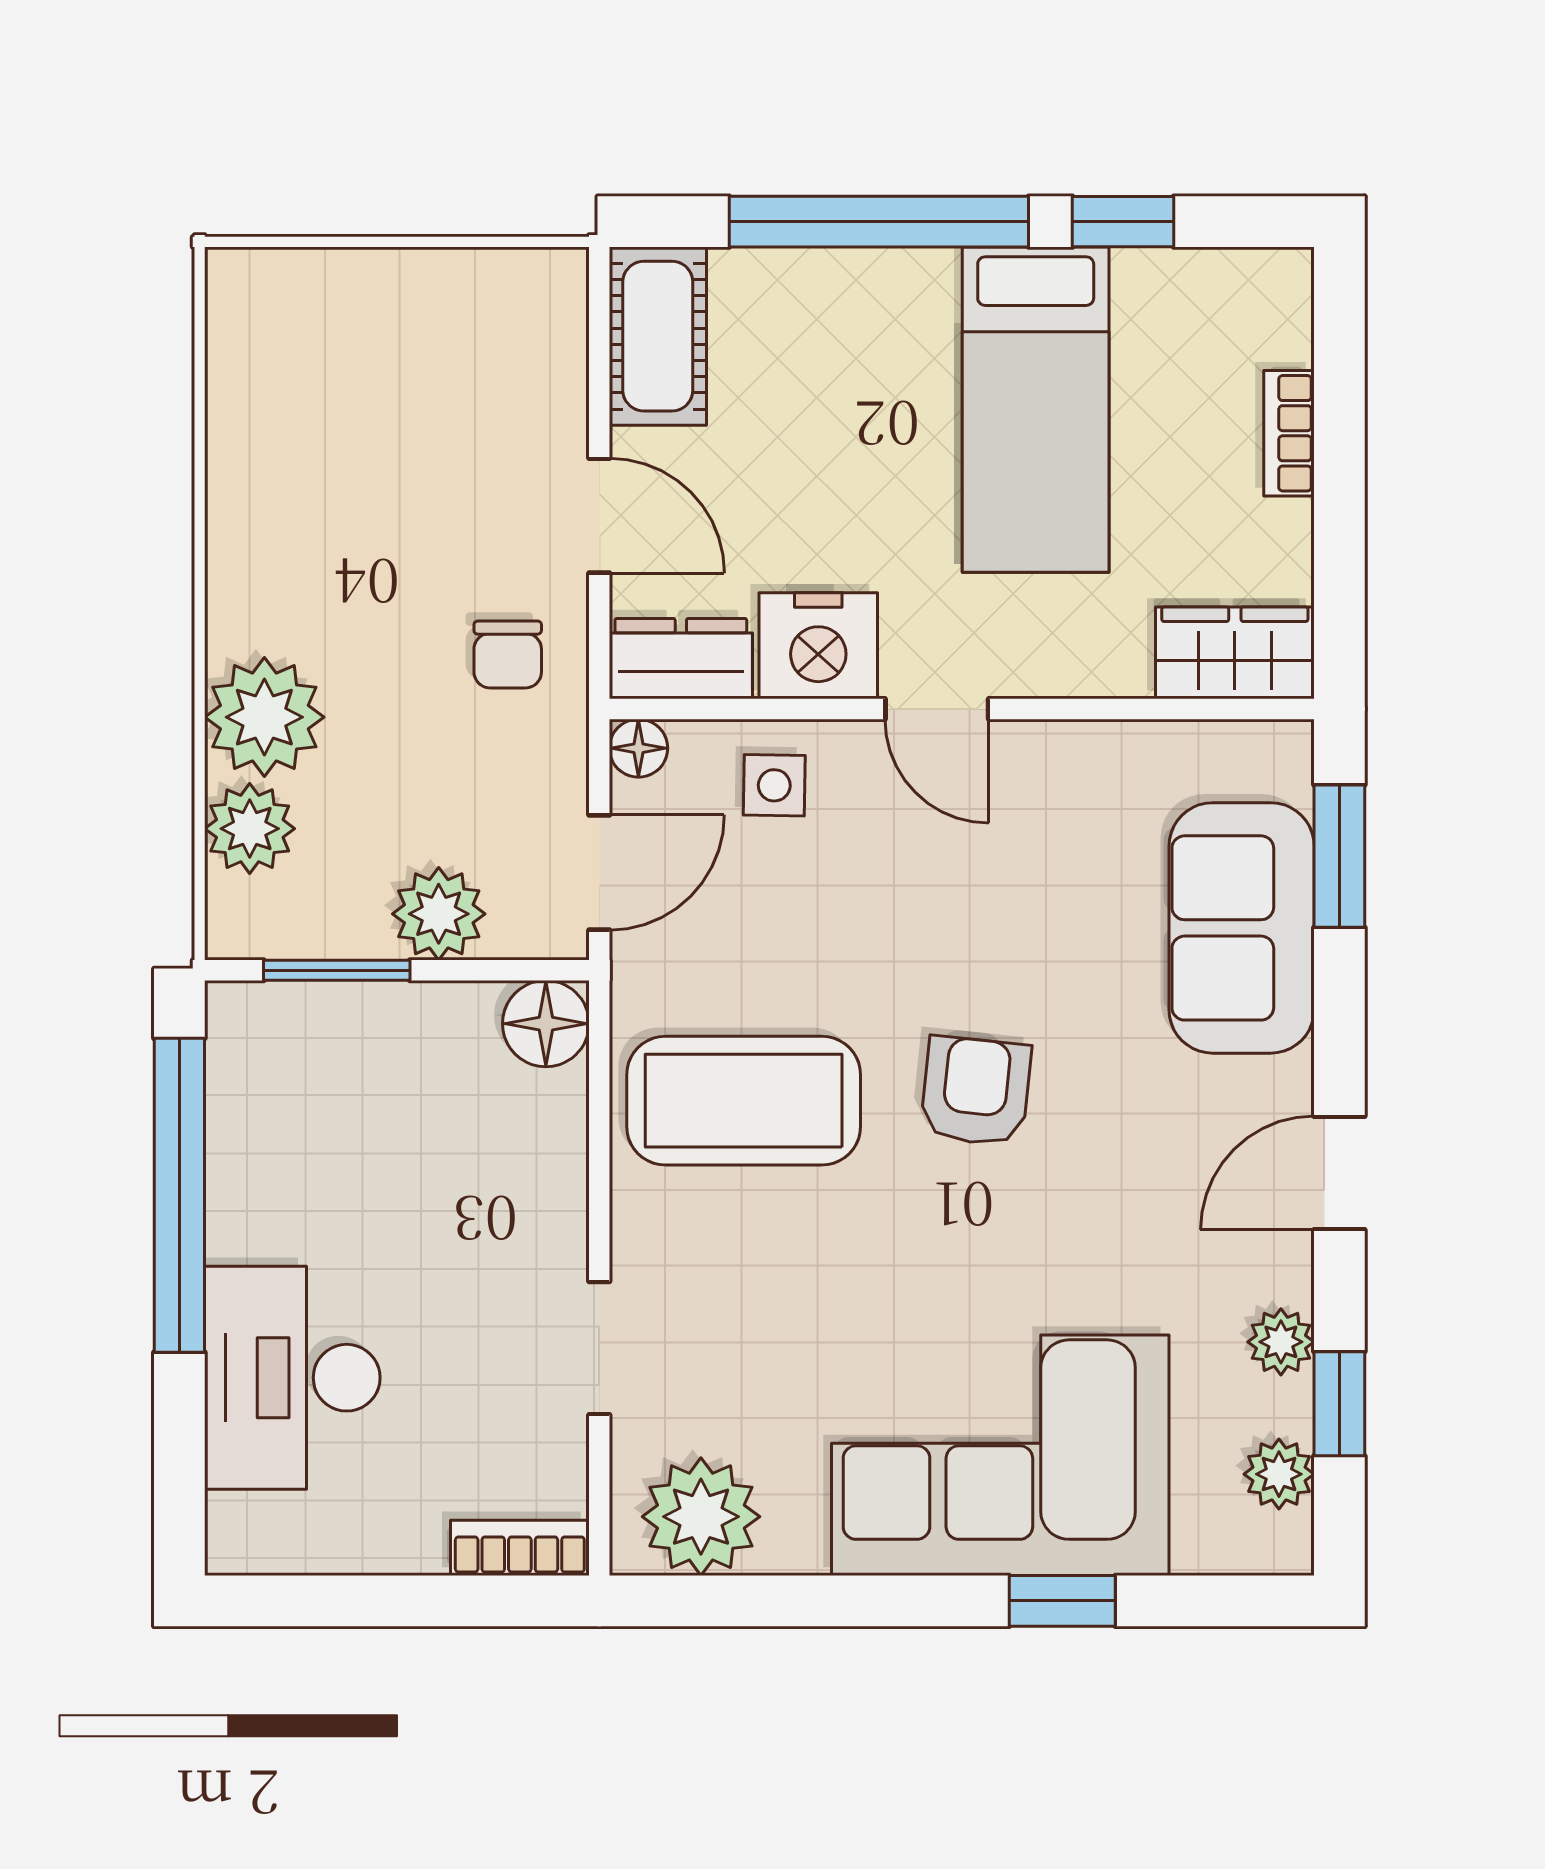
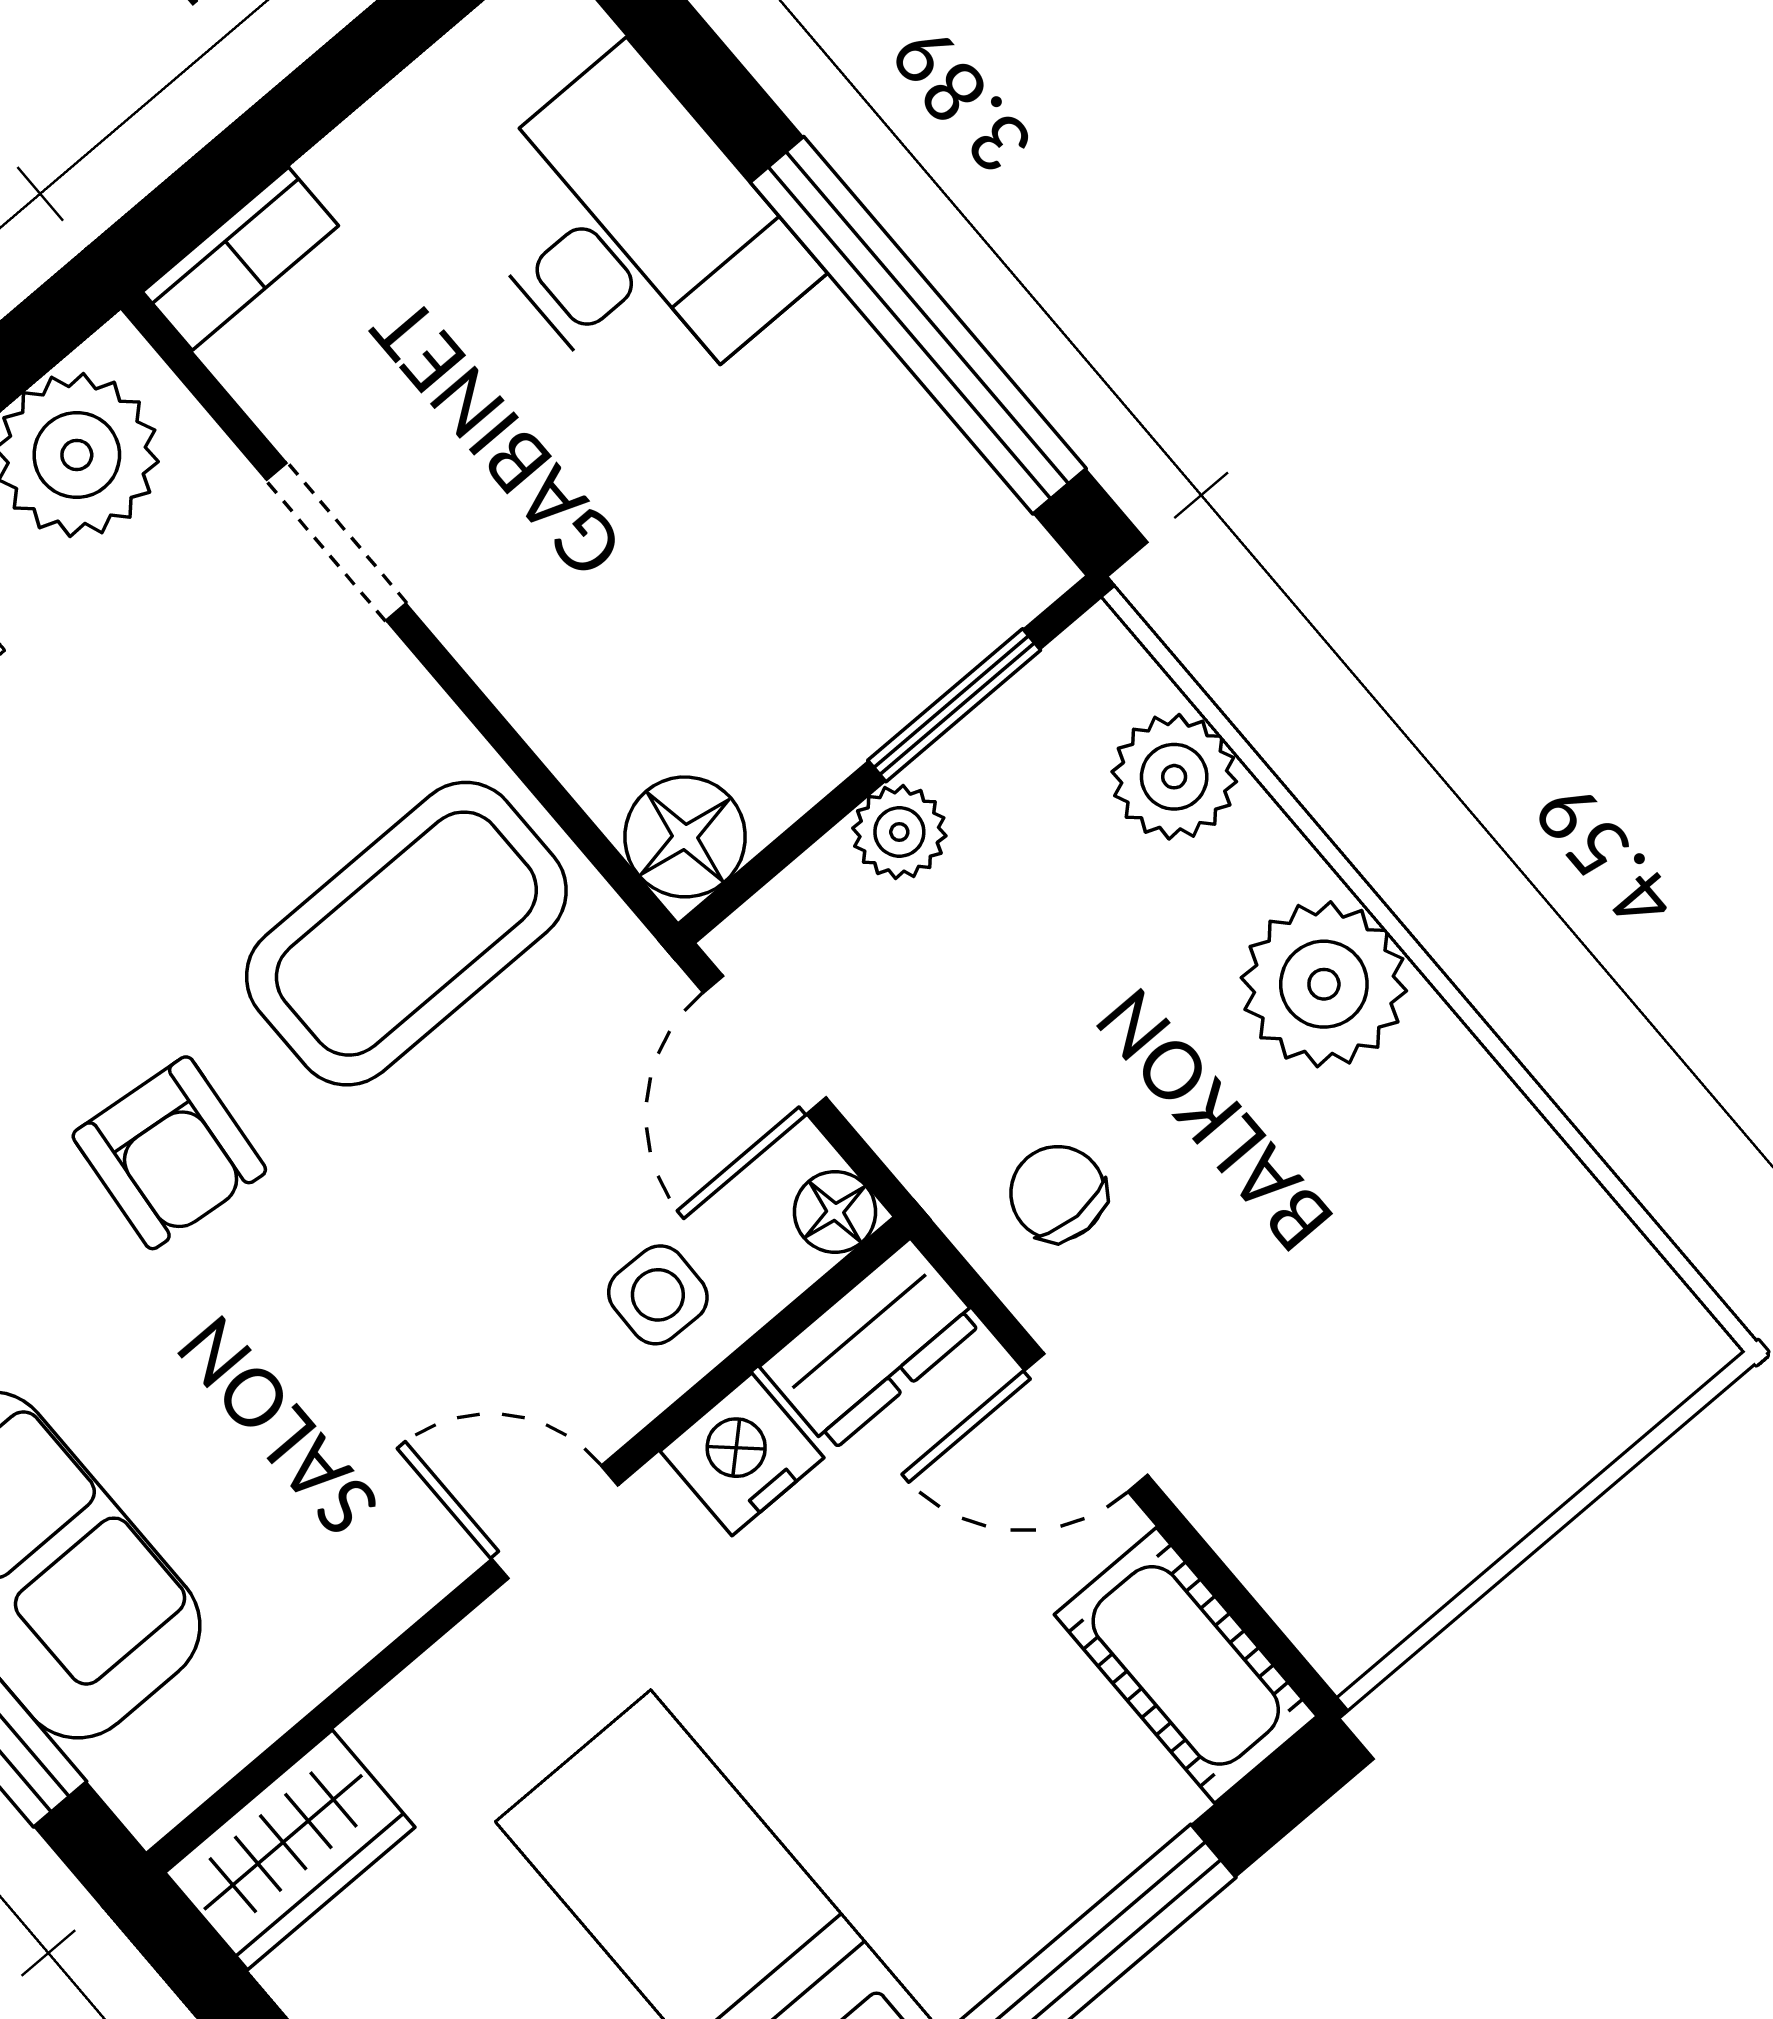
nightstand: (818, 646) -> (742, 1454), width x0.74, depth x0.75
plant: (264, 717) -> (1324, 984), moved
plant: (439, 914) -> (899, 832), width x0.73, depth x0.73

